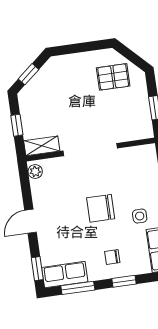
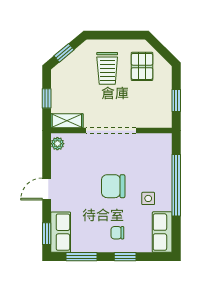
pallet: (113, 77) -> (142, 66), turned 90
trolley: (77, 84) -> (107, 68), added
row of seats: (65, 275) -> (61, 232), moved, turned 90

